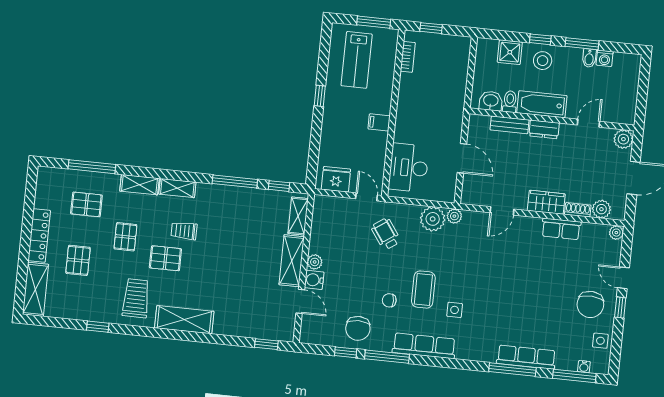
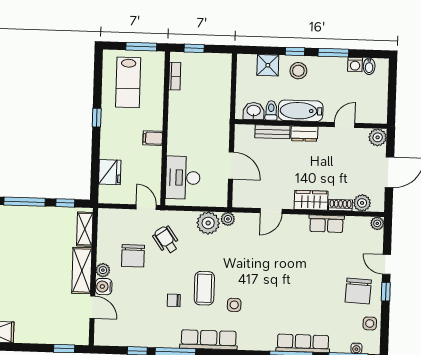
bidet: (589, 58) -> (369, 66), moved
fridge: (336, 179) -> (110, 172), moved, turned 90
chair: (358, 328) -> (133, 256), moved

